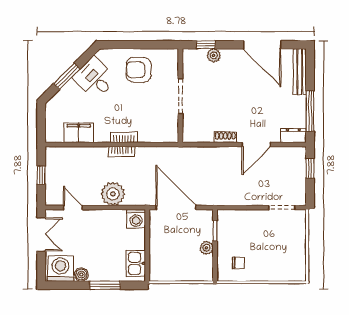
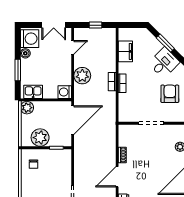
door: (256, 145) -> (117, 177), hinge flipped
plant: (206, 248) -> (40, 138), width x1.87, depth x1.87
plant: (158, 272) -> (27, 108), added

